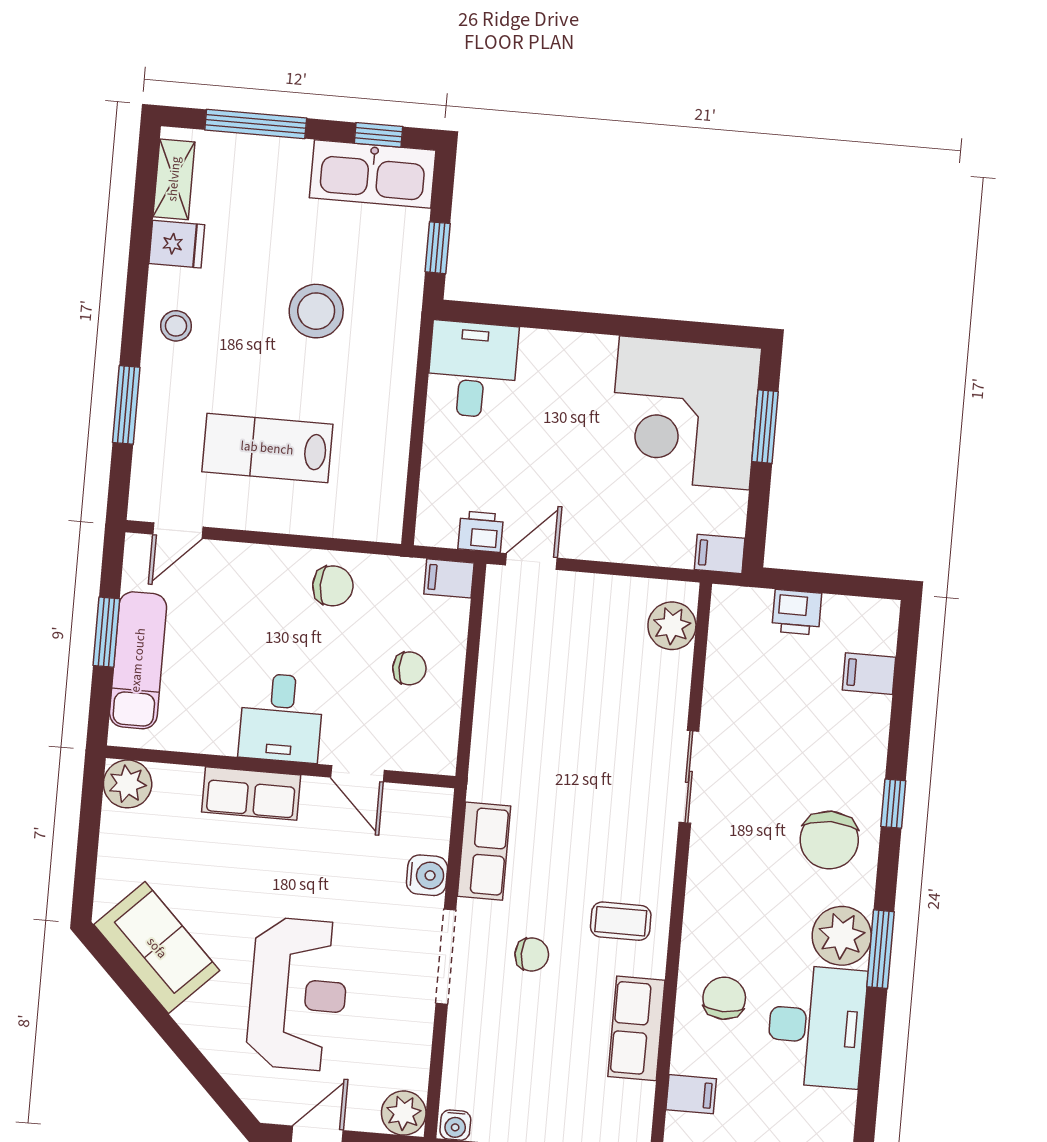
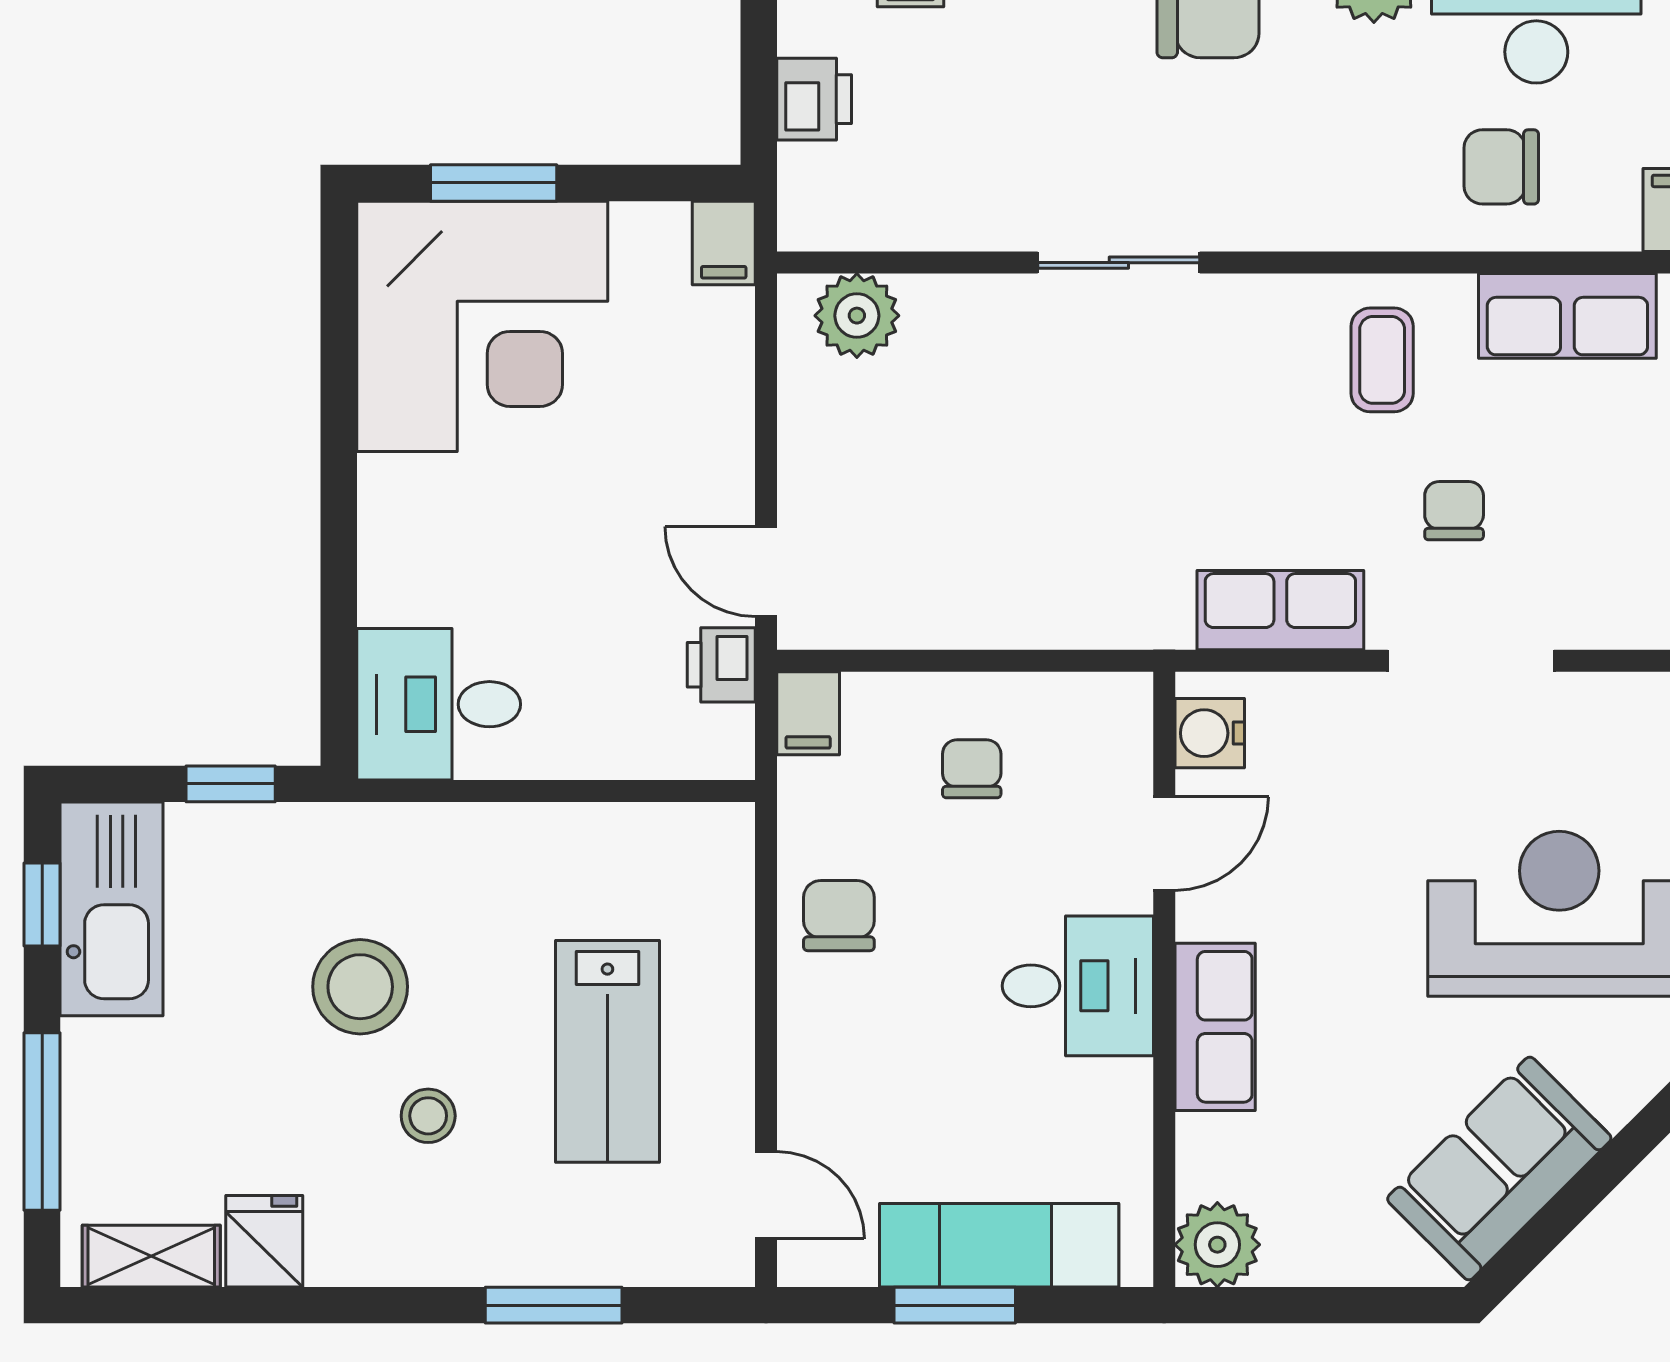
stool: (176, 326) -> (428, 1116), moved
water cooler: (427, 875) -> (1210, 733), moved, turned -90

